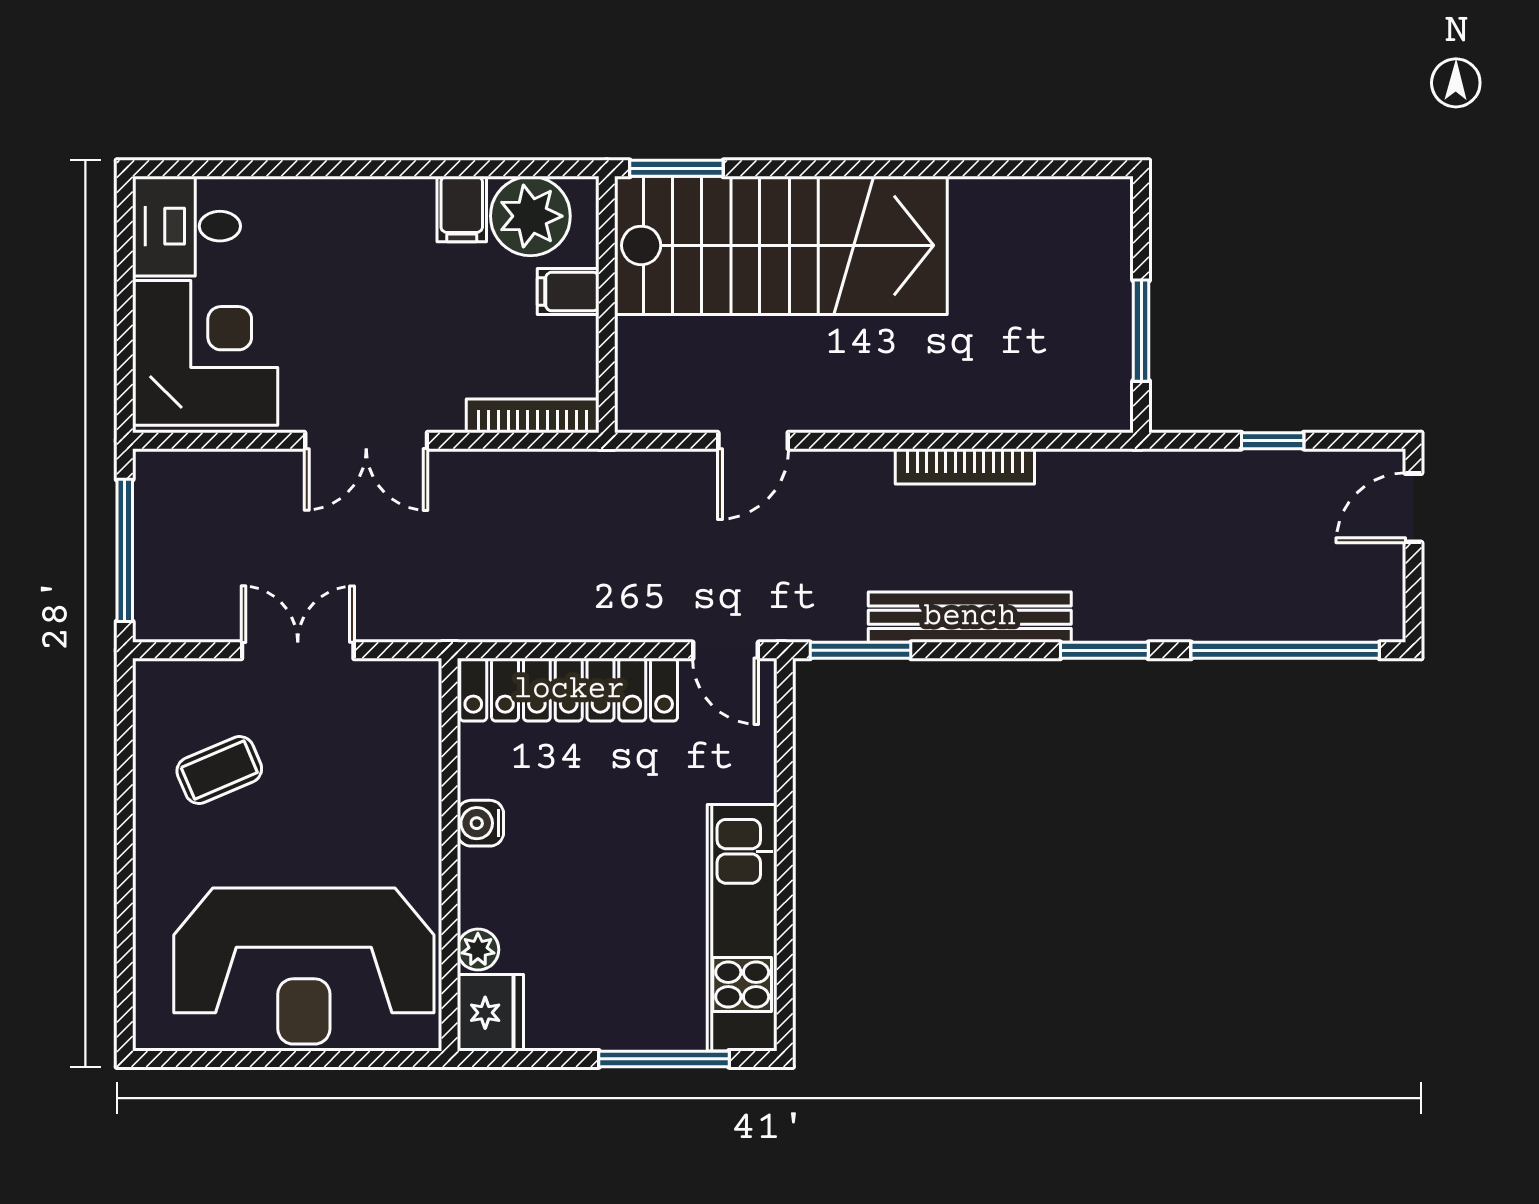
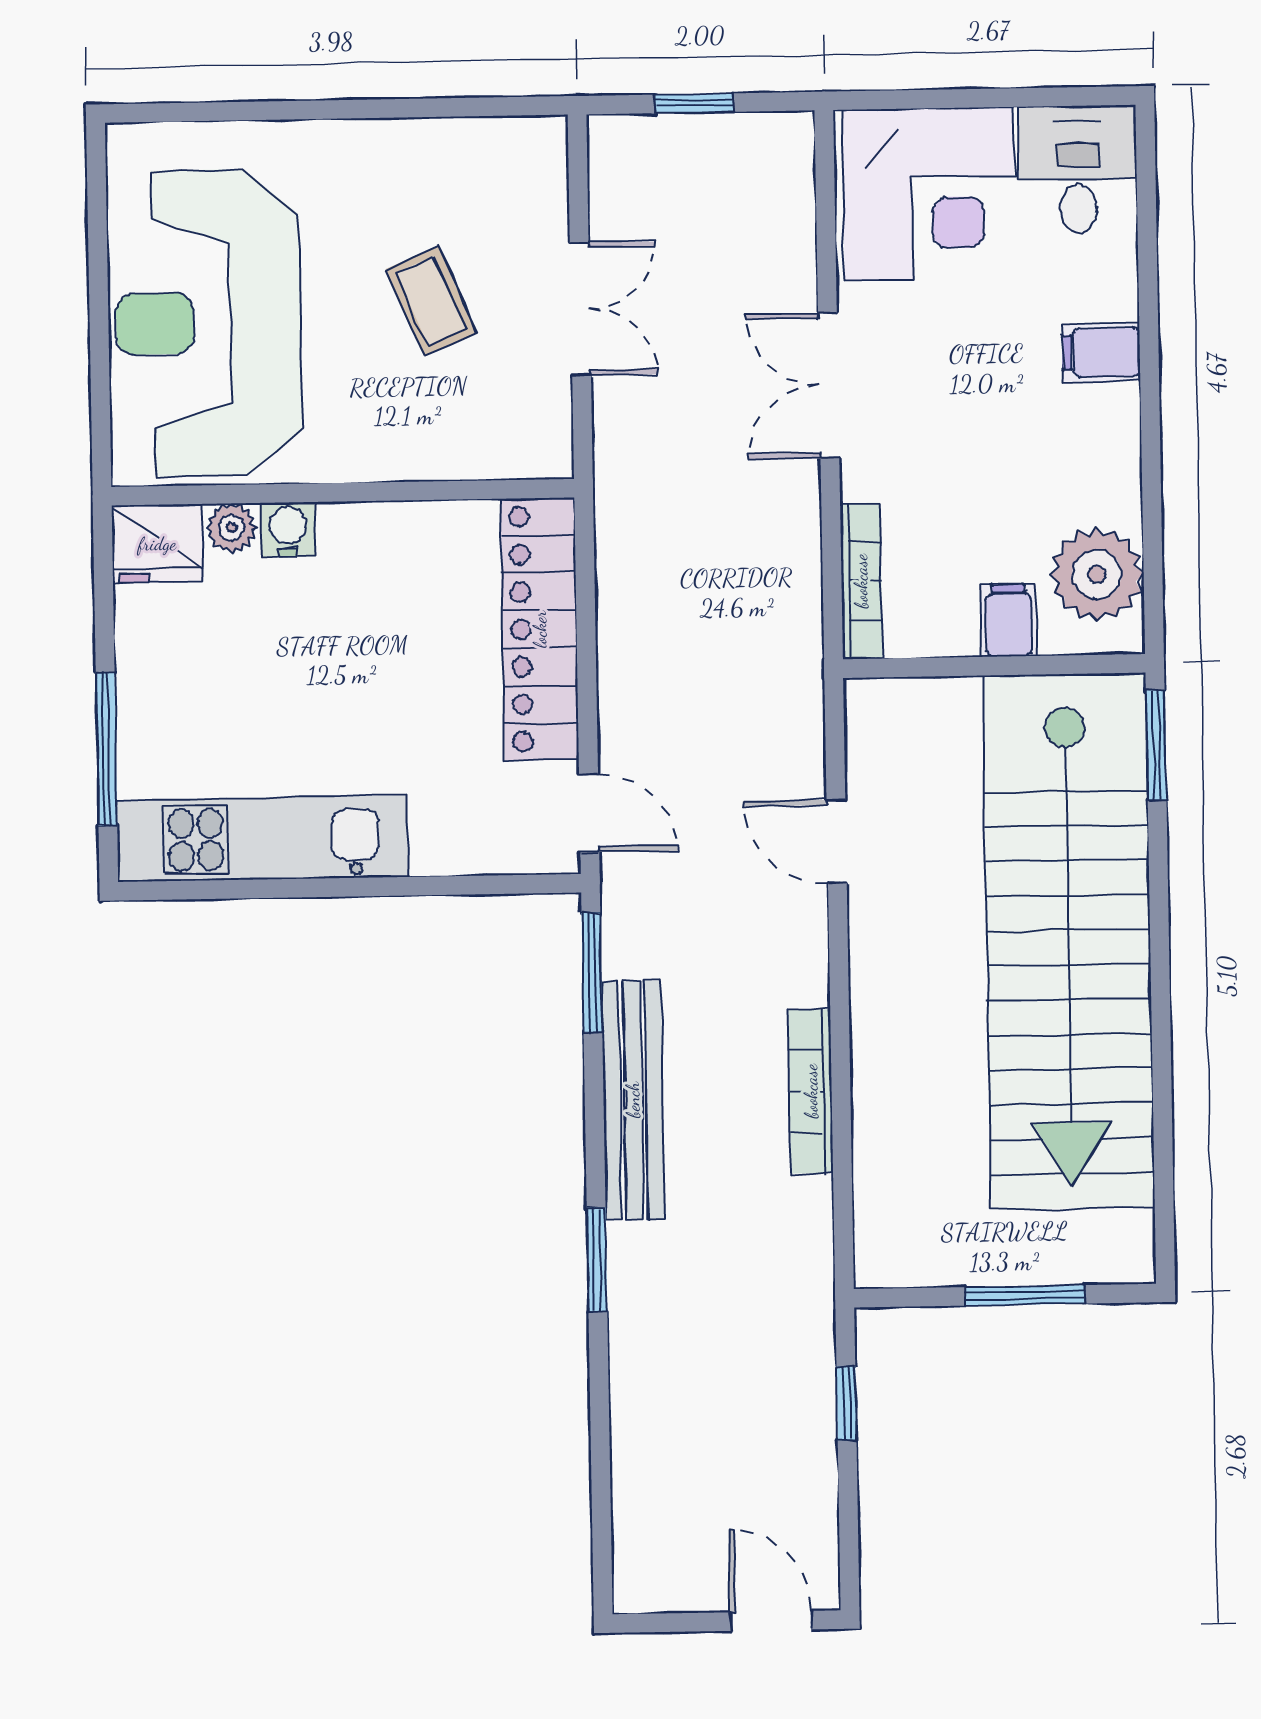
filing cabinet: (462, 209) -> (1101, 352), moved
stairs: (781, 245) -> (1069, 941), width x1.36
window: (1141, 331) -> (1025, 1295), moved
window: (1273, 441) -> (846, 1403), moved
window: (125, 550) -> (694, 103), width x0.46
door: (726, 650) -> (589, 813), swing flipped
window: (1285, 650) -> (601, 1473), removed
coffee table: (219, 770) -> (431, 301), moved
water cooler: (480, 823) -> (288, 530), moved

